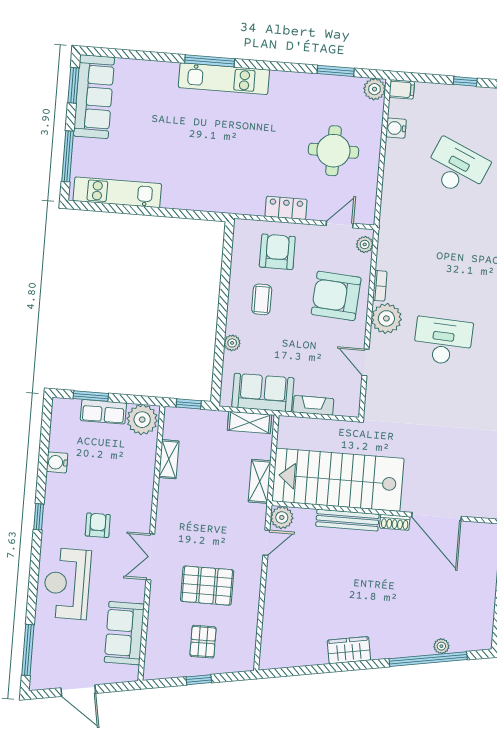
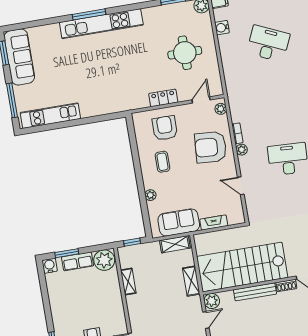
kitchen unit: (224, 79) -> (101, 24), width x1.36
plant: (386, 318) -> (242, 150), width x0.53, depth x0.53
water cooler: (57, 462) -> (50, 266), moved, turned 90

